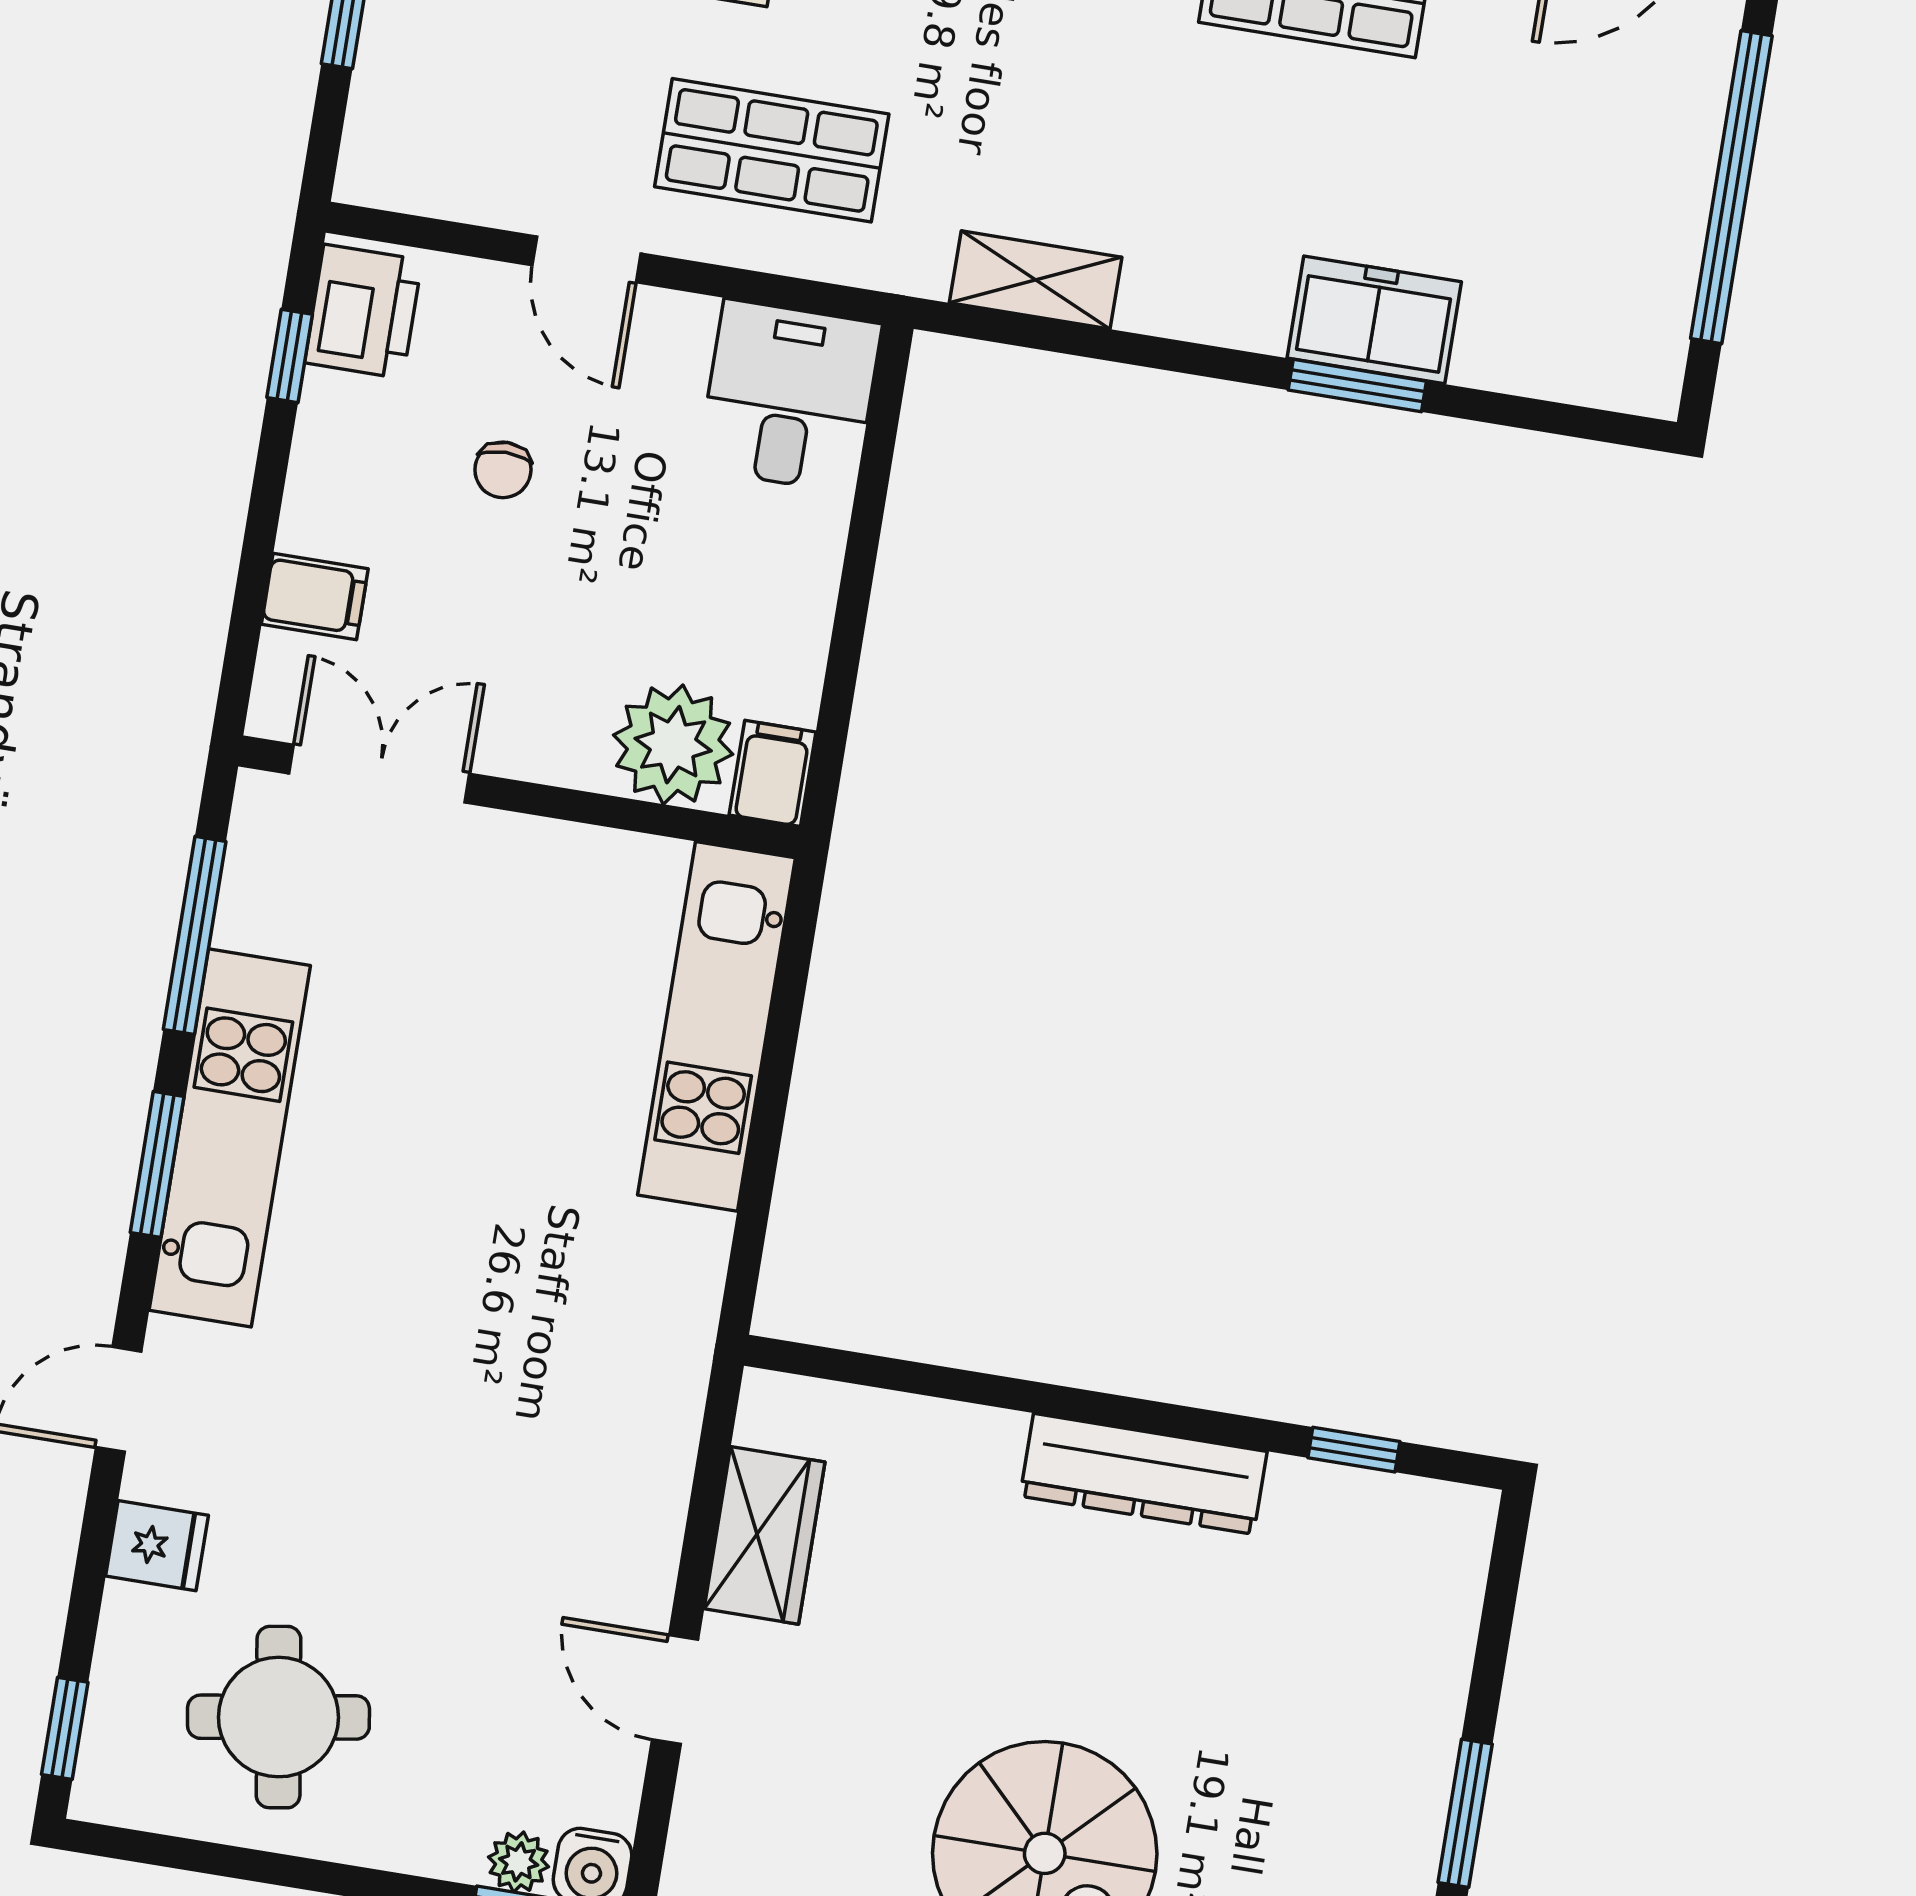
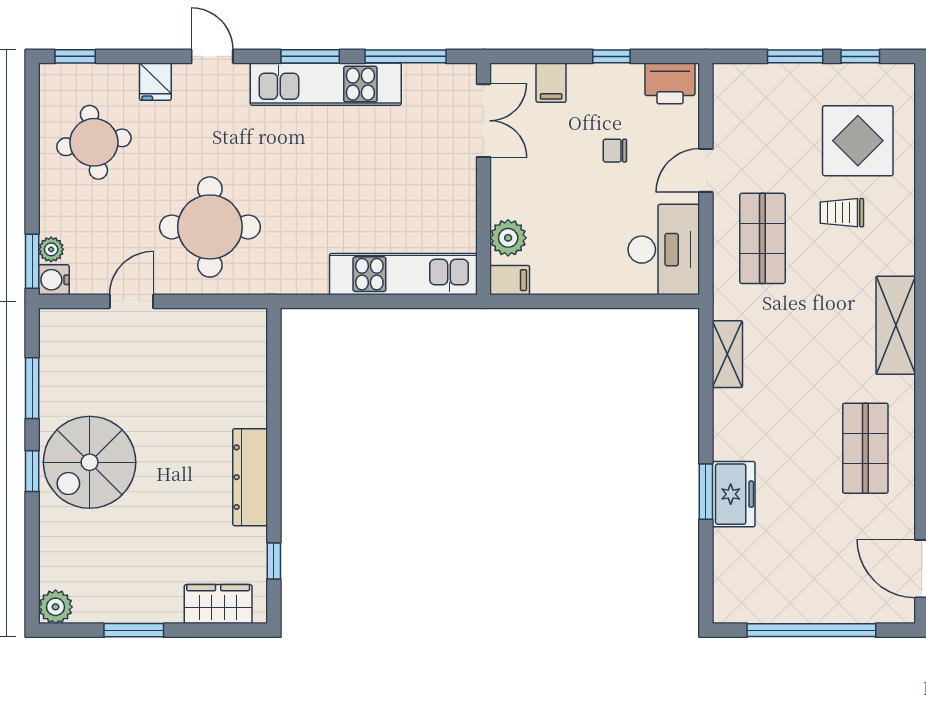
window: (290, 356) -> (611, 56), moved
desk: (789, 396) -> (664, 250), width x1.37
plant: (673, 745) -> (508, 238), width x0.73, depth x0.73
round table: (527, 1472) -> (210, 227), added
wardrobe: (764, 1535) -> (218, 604), moved, turned 180

